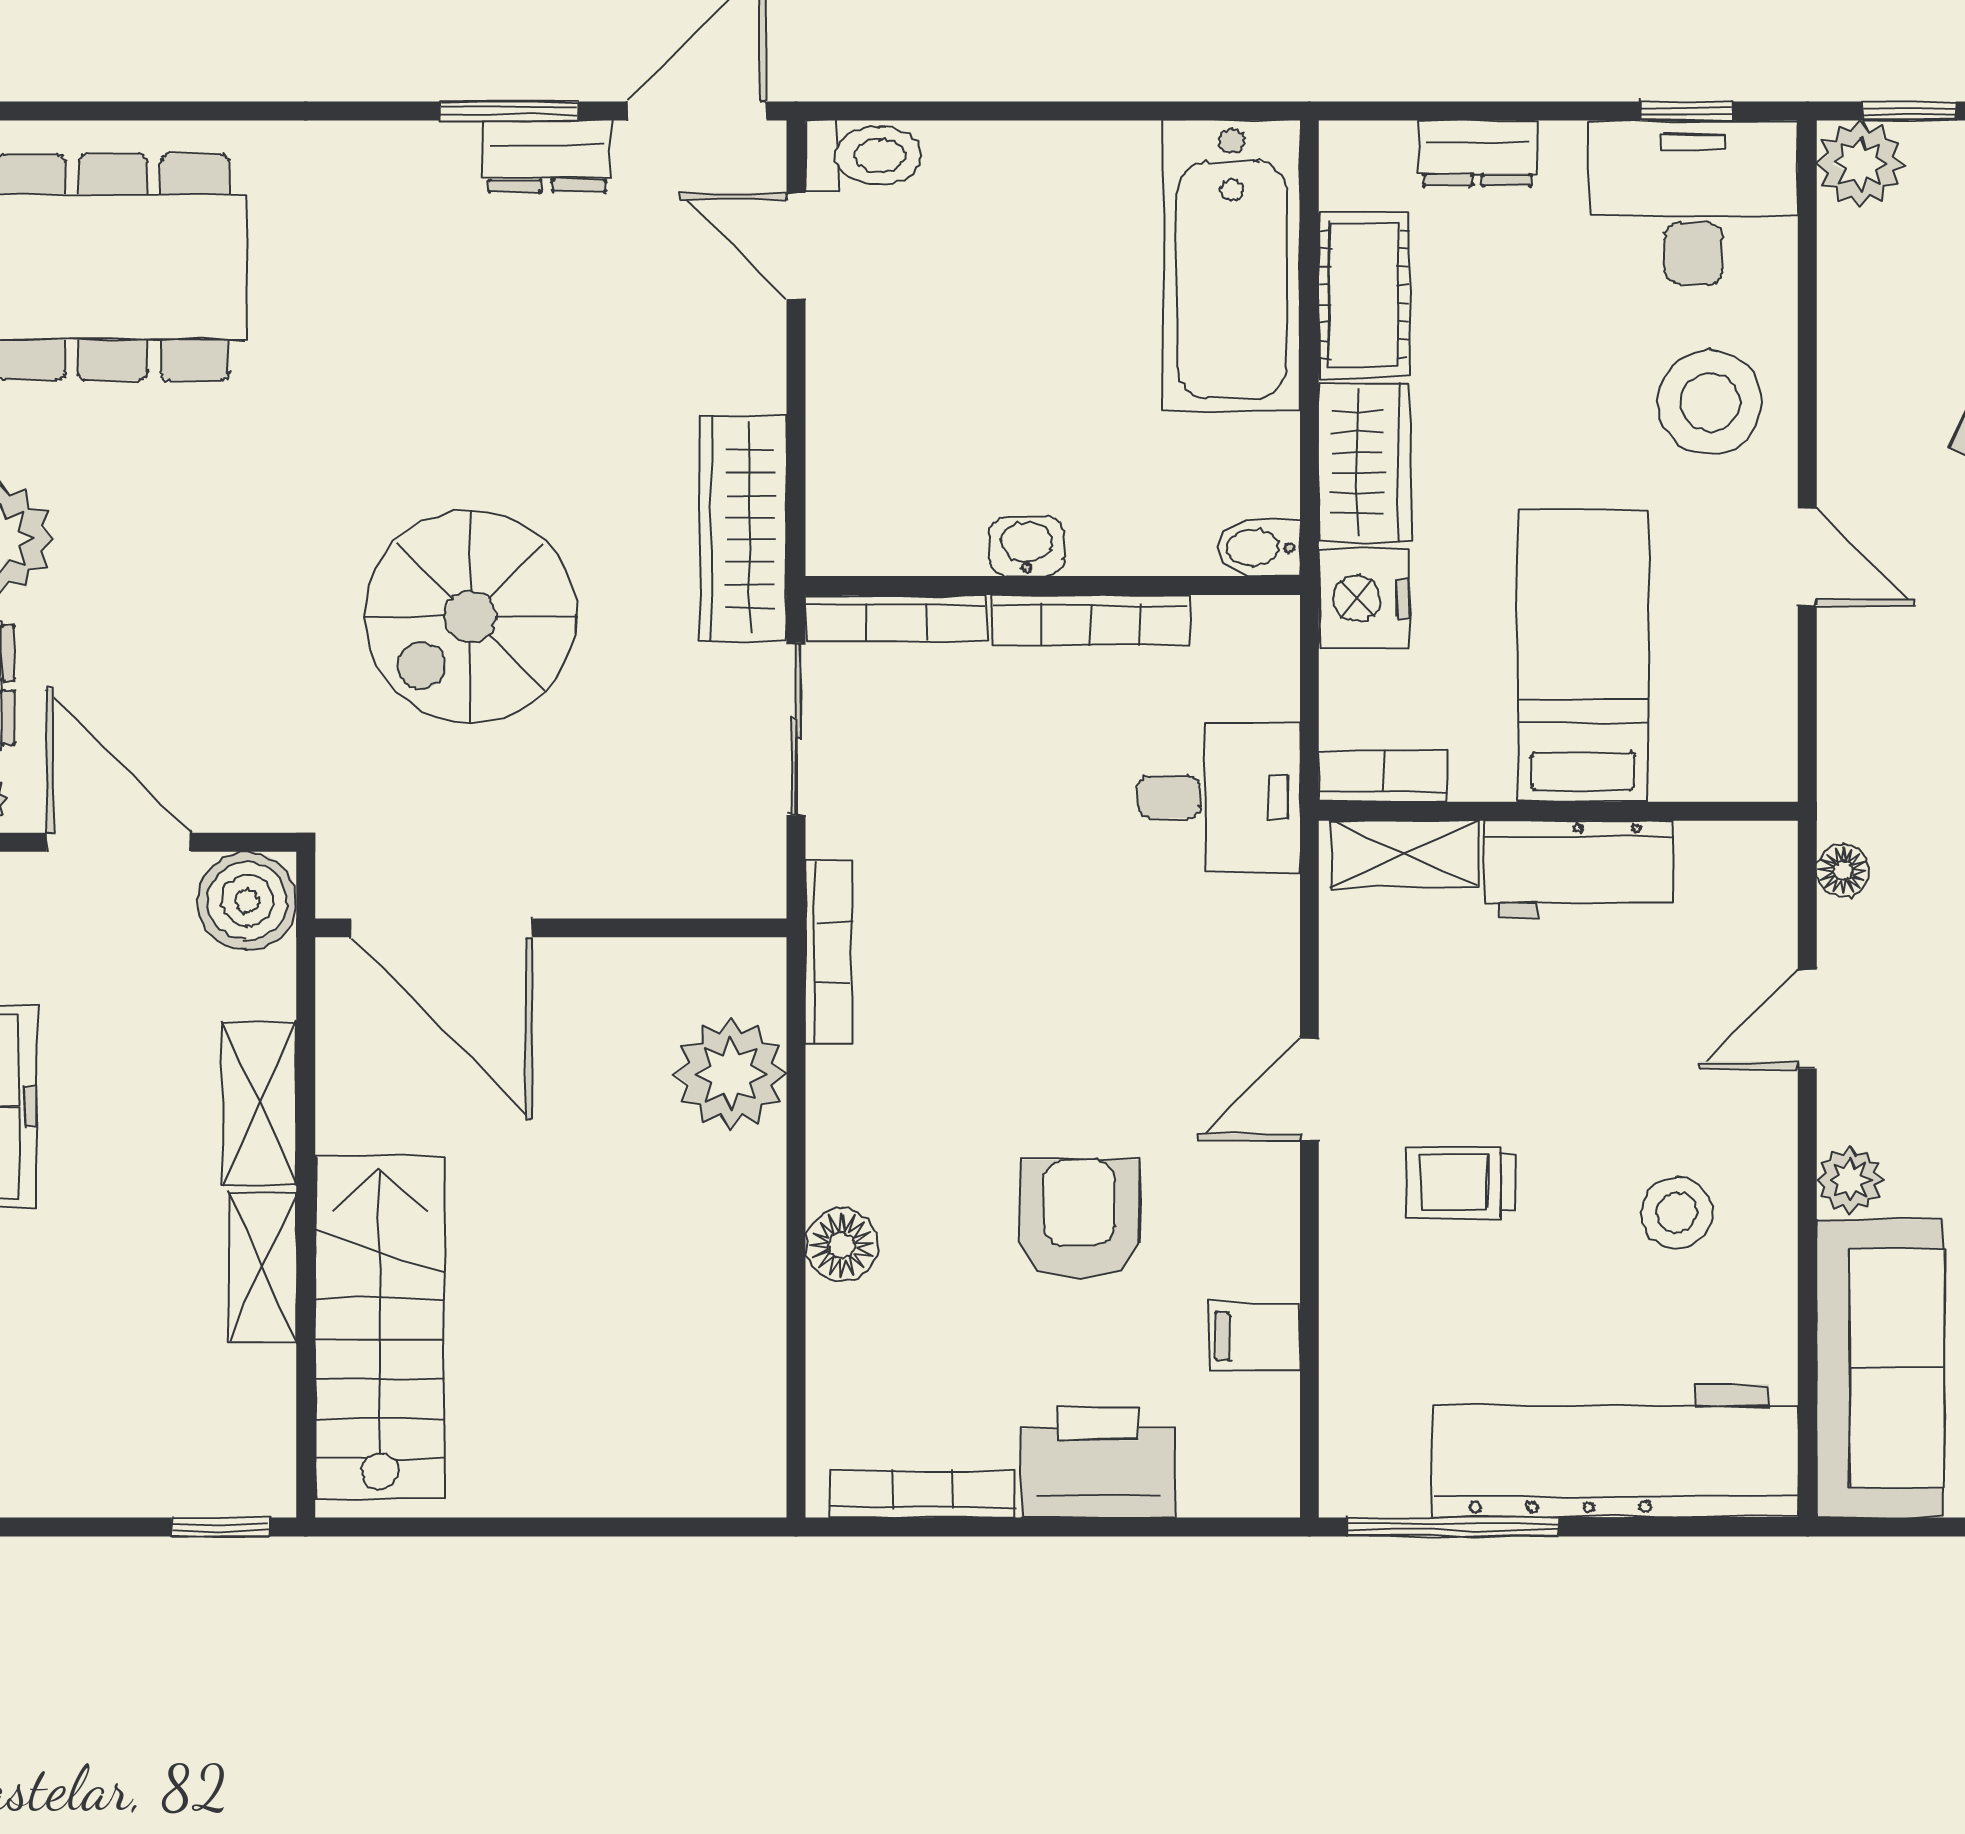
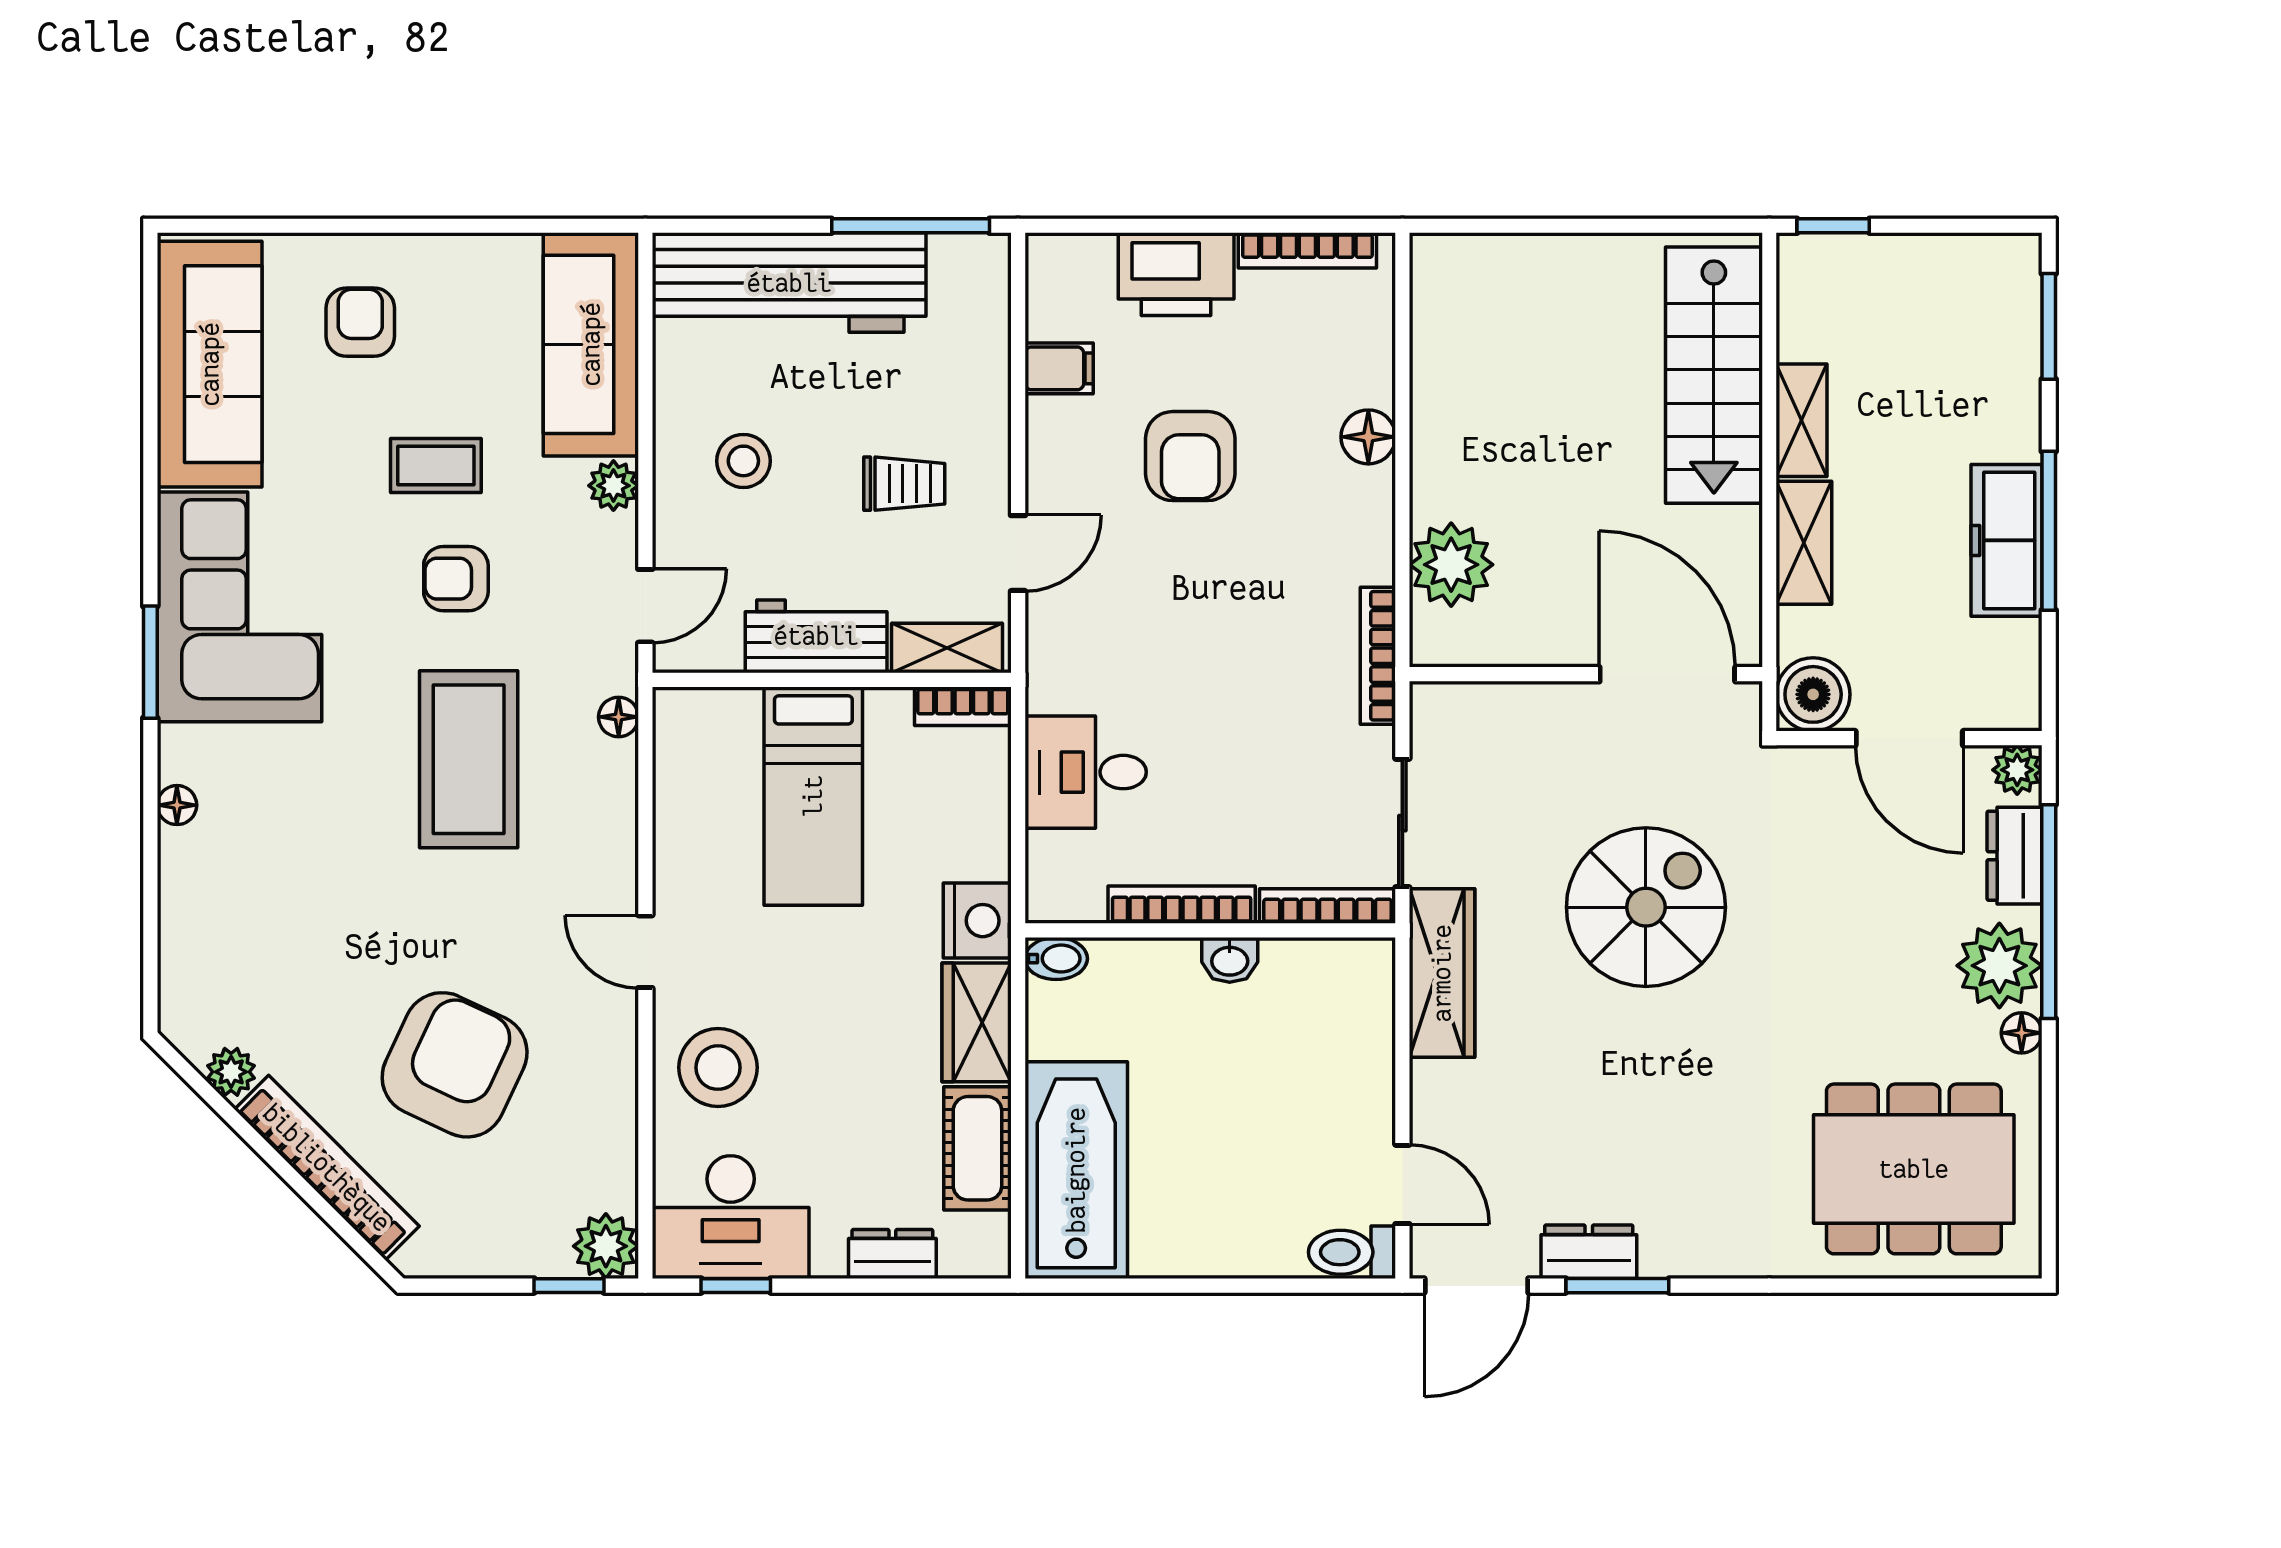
bed: (1583, 656) -> (813, 796), moved
bookcase: (1383, 776) -> (963, 706), moved
wall: (1558, 811) -> (832, 680), moved
shelving: (1404, 854) -> (947, 648), moved
workbench: (1579, 869) -> (816, 636), moved

